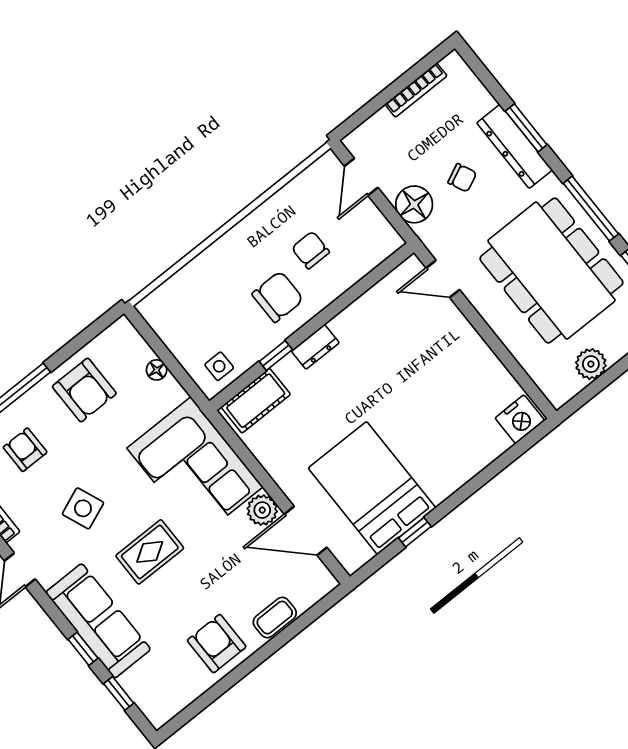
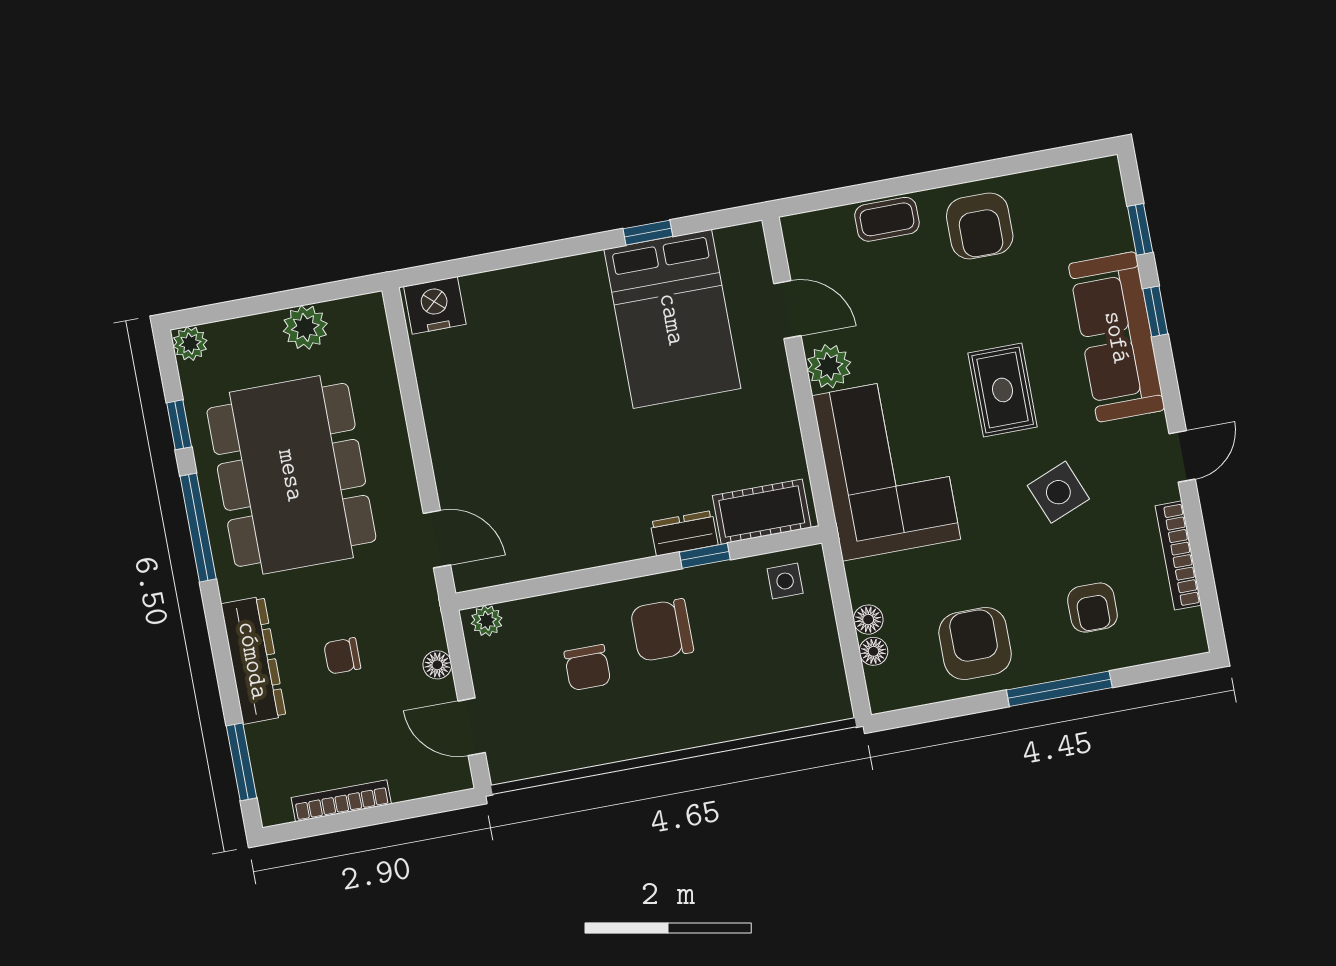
window: (526, 128) -> (242, 762), moved
door: (361, 177) -> (472, 727), swing flipped
chair: (462, 178) -> (342, 656), turned -65
floor lamp: (414, 204) -> (437, 665), width x0.53, depth x0.53
plant: (386, 246) -> (487, 621), added
dresser: (315, 347) -> (684, 533), moved
floor lamp: (143, 352) -> (873, 651), added
door: (306, 531) -> (787, 310), width x0.73
rug: (150, 552) -> (1003, 390), turned 90

